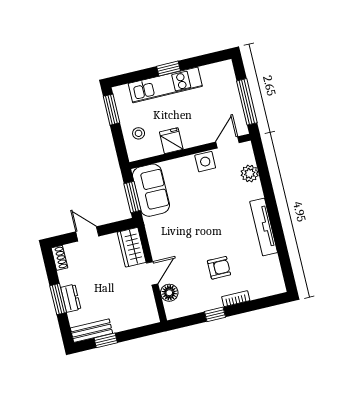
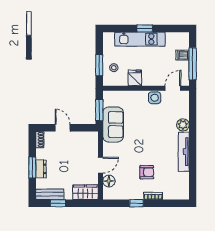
dishwasher: (230, 93) -> (182, 55), added
window: (112, 110) -> (99, 65), moved
plant: (250, 173) -> (183, 125), moved
sofa: (151, 190) -> (113, 125), moved
wardrobe: (132, 247) -> (85, 192), moved, turned 90

